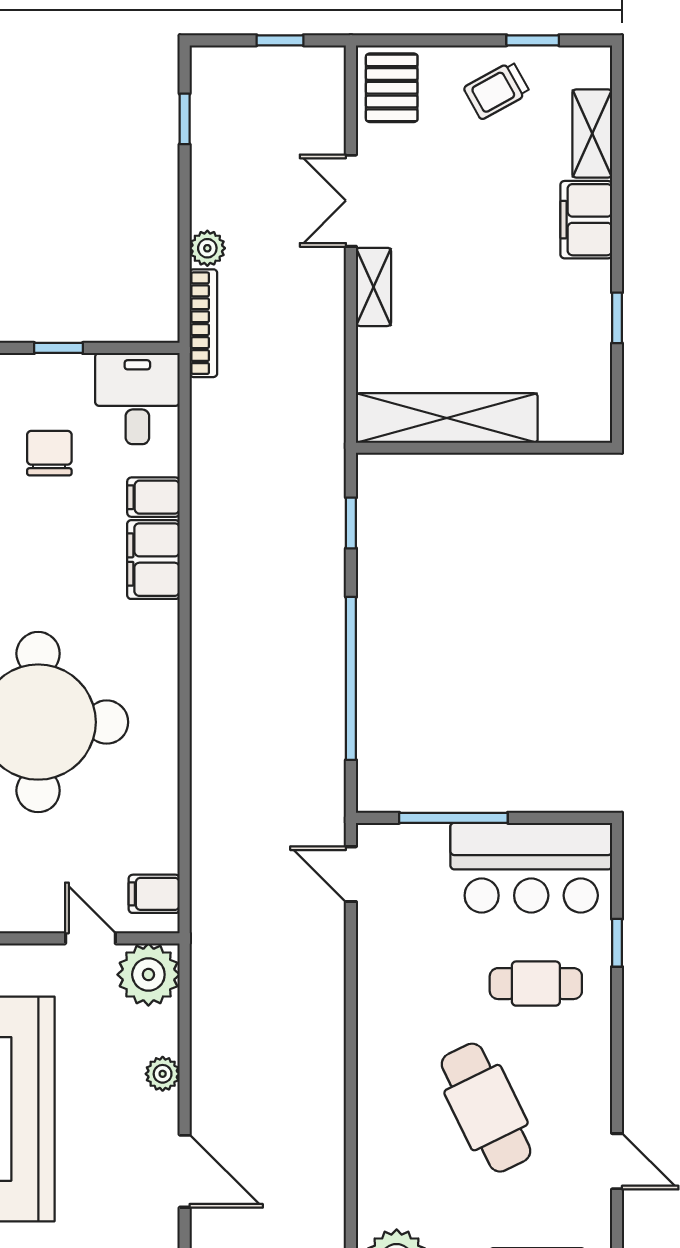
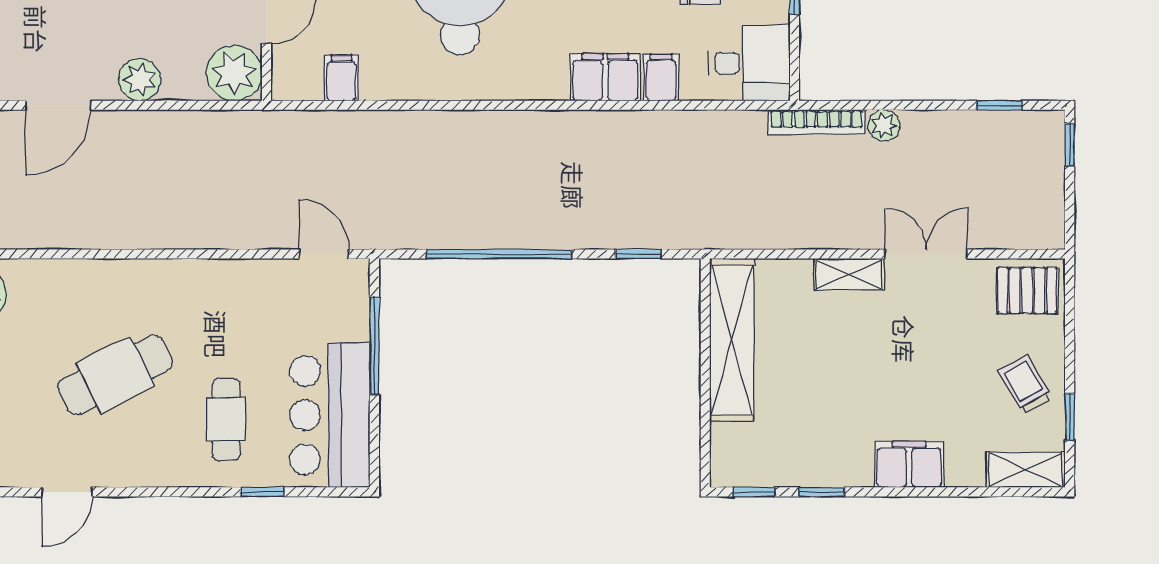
window: (280, 40) -> (1070, 145), moved
shelving: (592, 133) -> (1026, 470), moved
window: (617, 393) -> (754, 492), added
door: (351, 874) -> (324, 254), hinge flipped
filing cabinet: (154, 894) -> (342, 78), moved
plant: (163, 1074) -> (140, 80), width x1.38, depth x1.38

